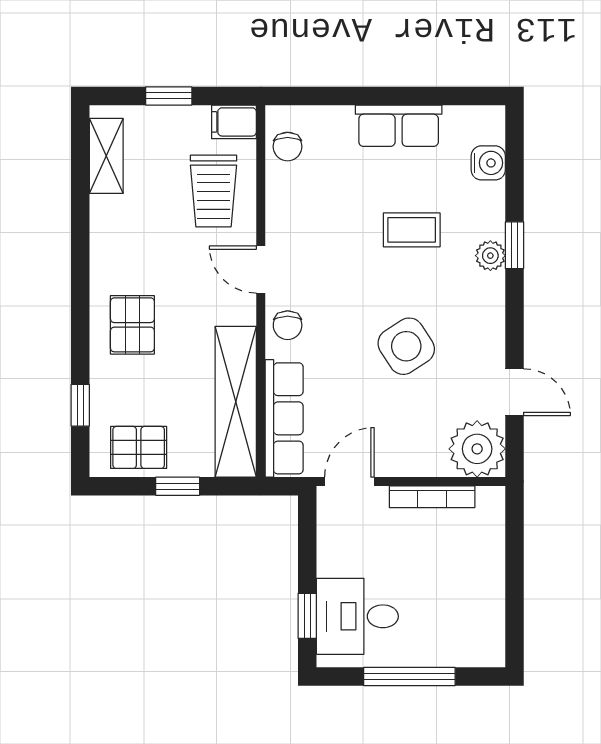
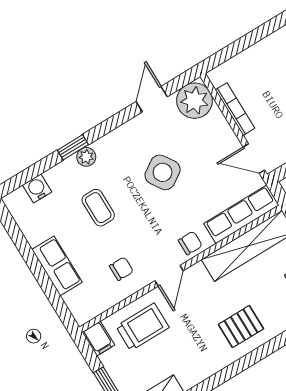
row of seats: (399, 126) -> (57, 266), moved
chair: (288, 147) -> (121, 269), moved

